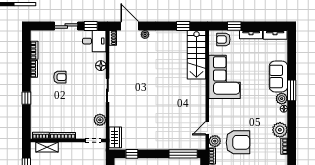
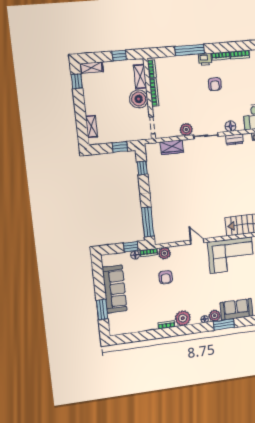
dresser: (114, 63) -> (234, 139), added
printer: (36, 84) -> (205, 59), added
window: (26, 98) -> (190, 50), width x2.17
plant: (100, 120) -> (186, 130), moved
door: (207, 128) -> (197, 241), moved
wardrobe: (115, 137) -> (172, 147), moved
armchair: (238, 142) -> (166, 277), width x0.53, depth x0.53
boiler: (67, 150) -> (139, 99), added

